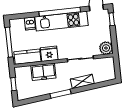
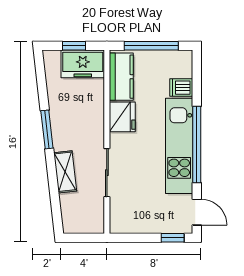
plant: (106, 48) -> (121, 222), removed
freezer: (43, 72) -> (83, 64), moved, turned -90

